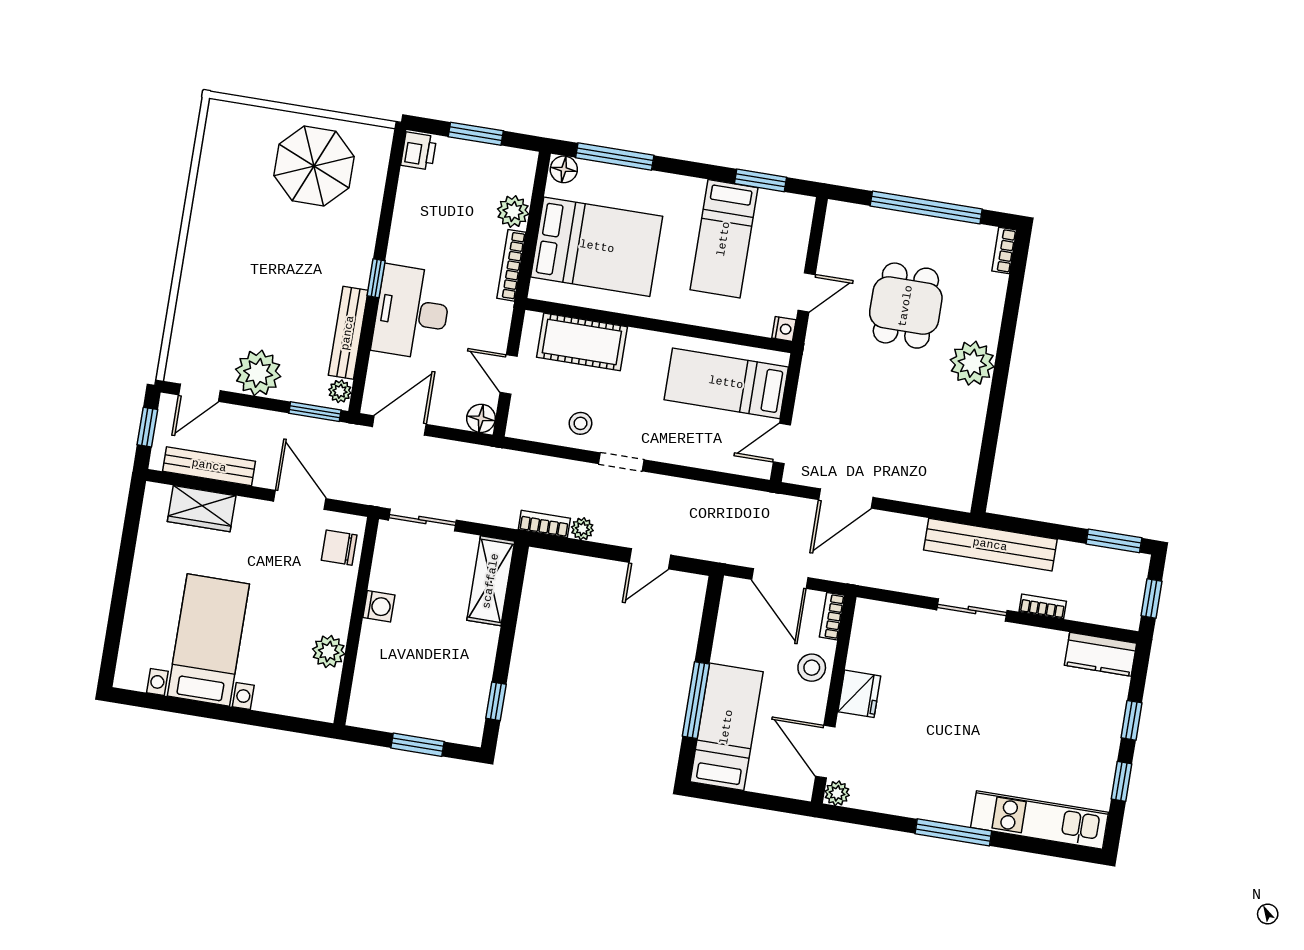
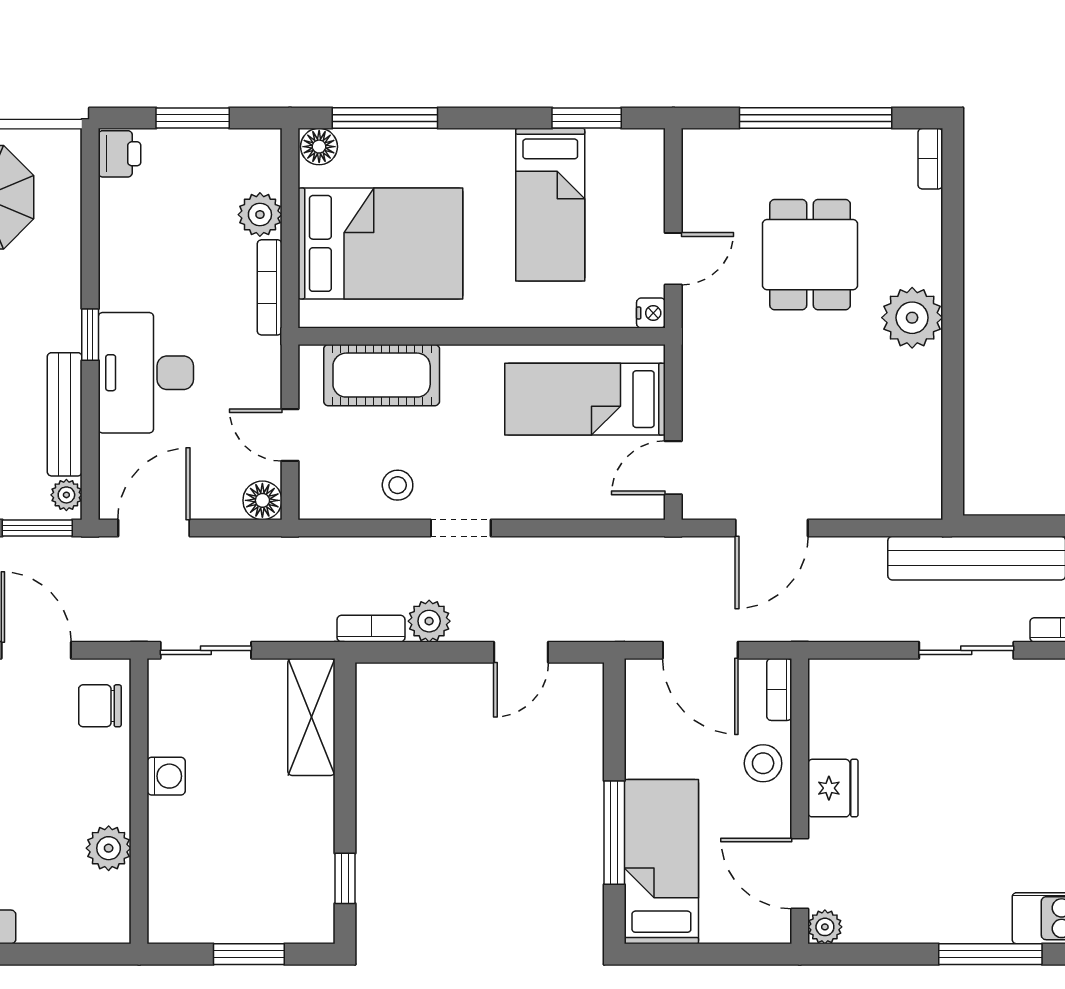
plant: (582, 529) -> (429, 621), width x1.38, depth x1.38

